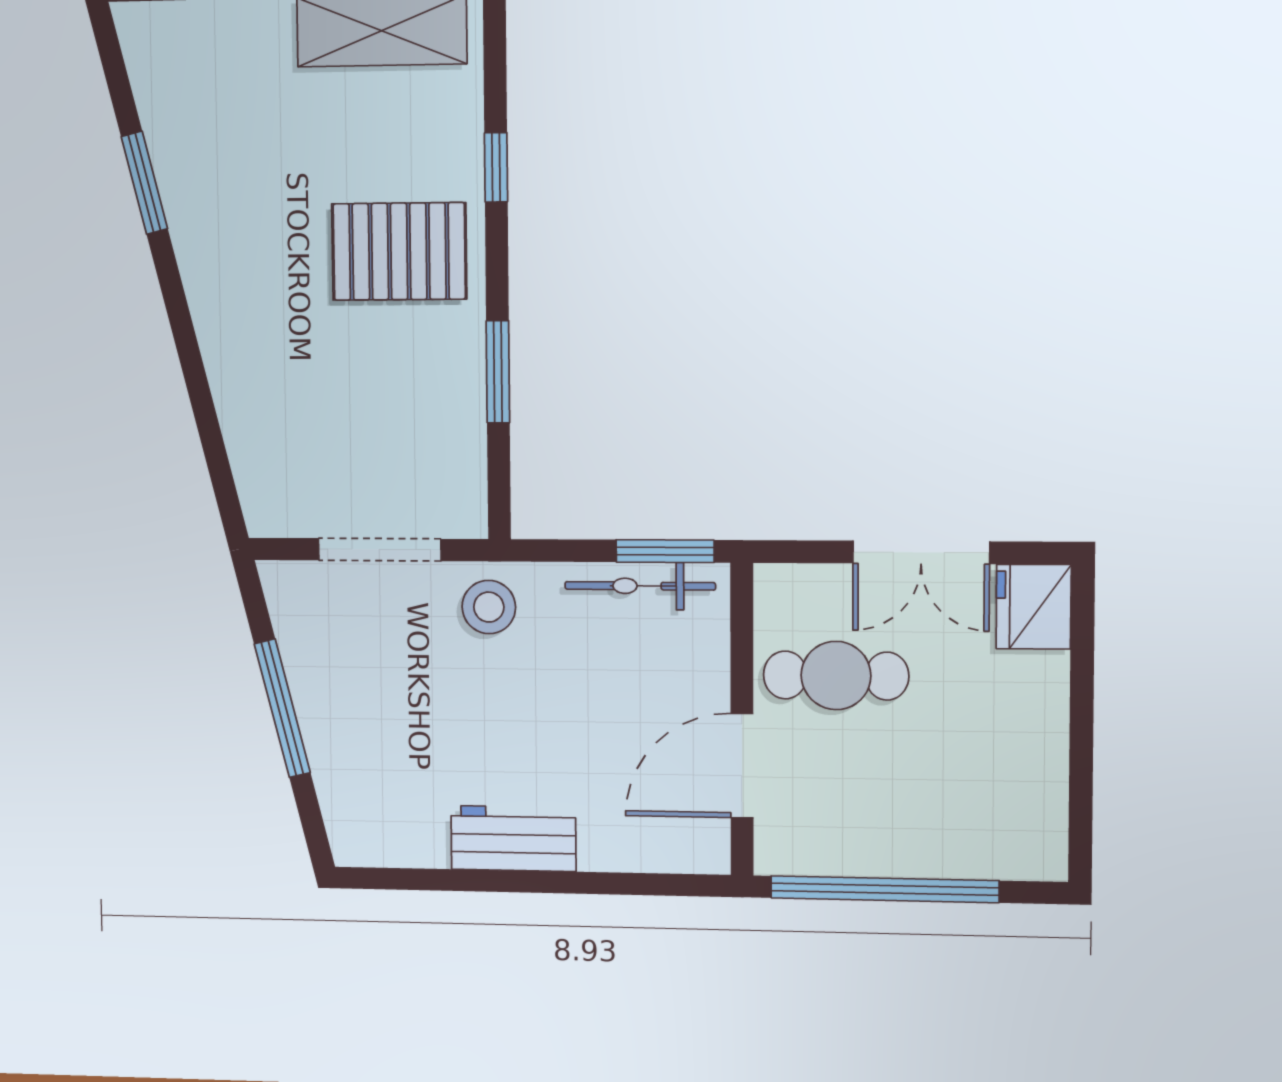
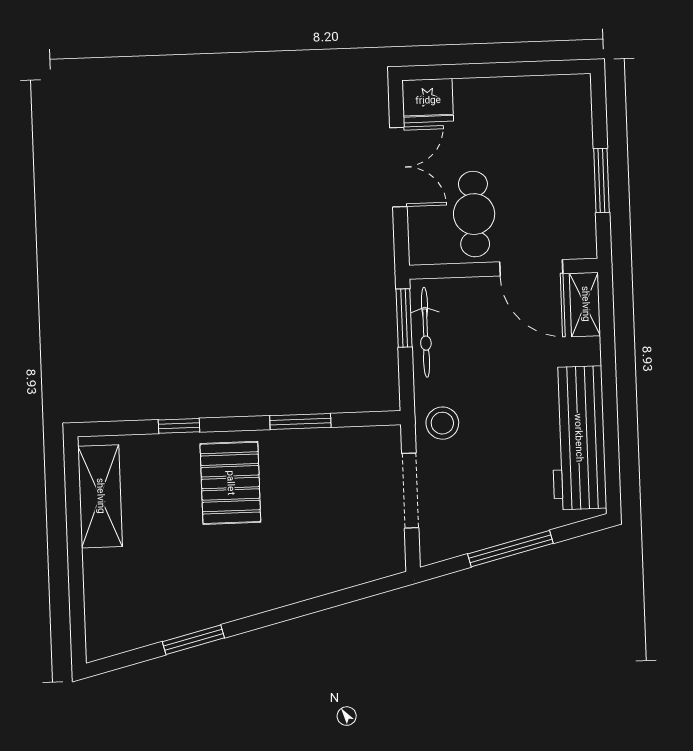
workbench: (513, 839) -> (578, 438), width x1.87, depth x1.32
shelving: (678, 850) -> (585, 304), added
window: (884, 889) -> (601, 180), width x0.47

